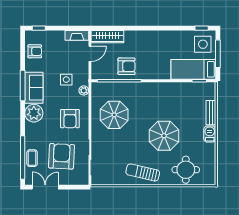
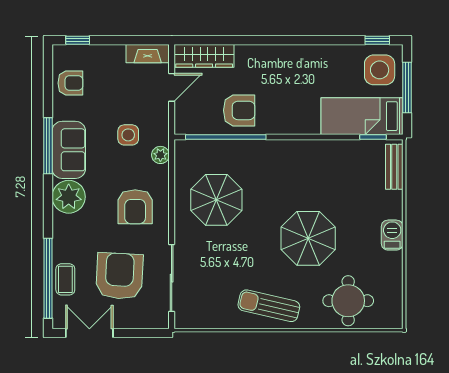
bench: (211, 113) -> (394, 167), moved

